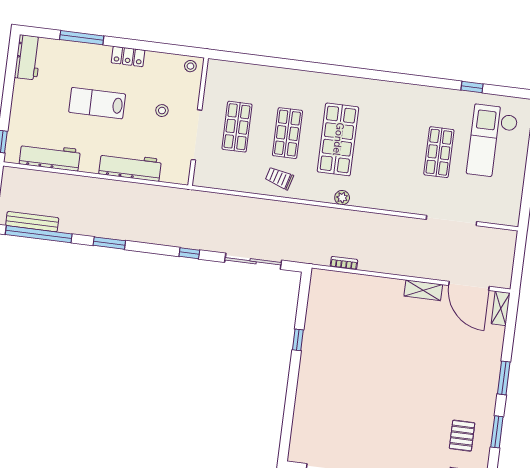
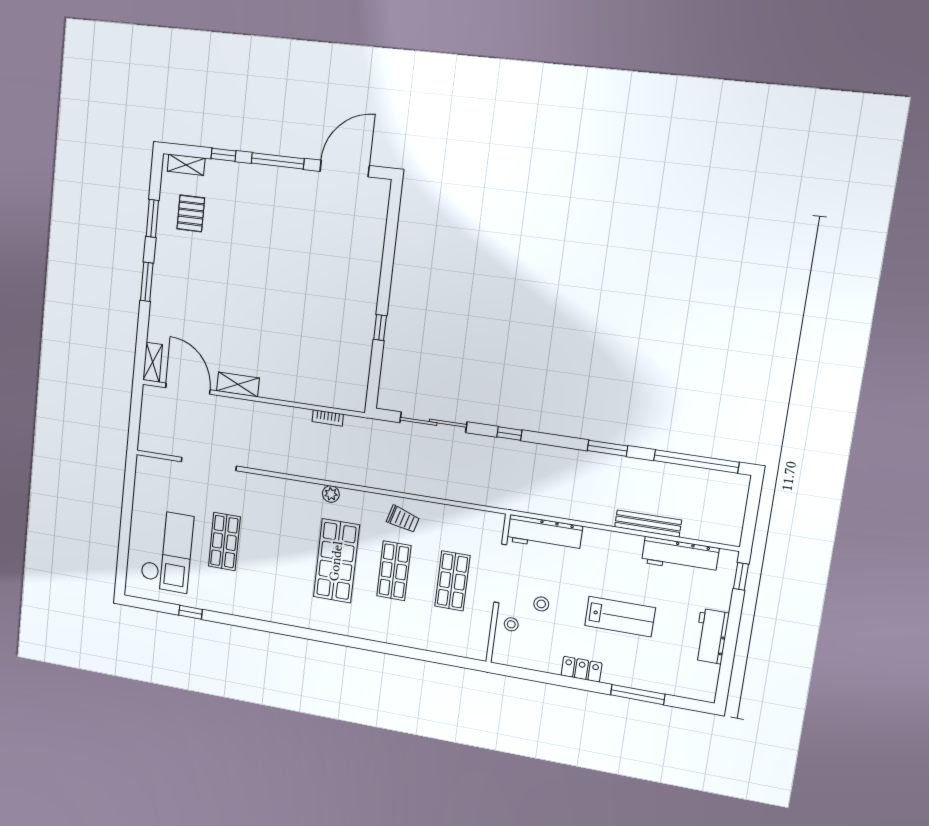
workbench: (28, 57) -> (711, 636), moved
stool: (190, 66) -> (511, 624), moved
workbench: (130, 167) -> (545, 534), moved
bench: (32, 222) -> (648, 523), moved

